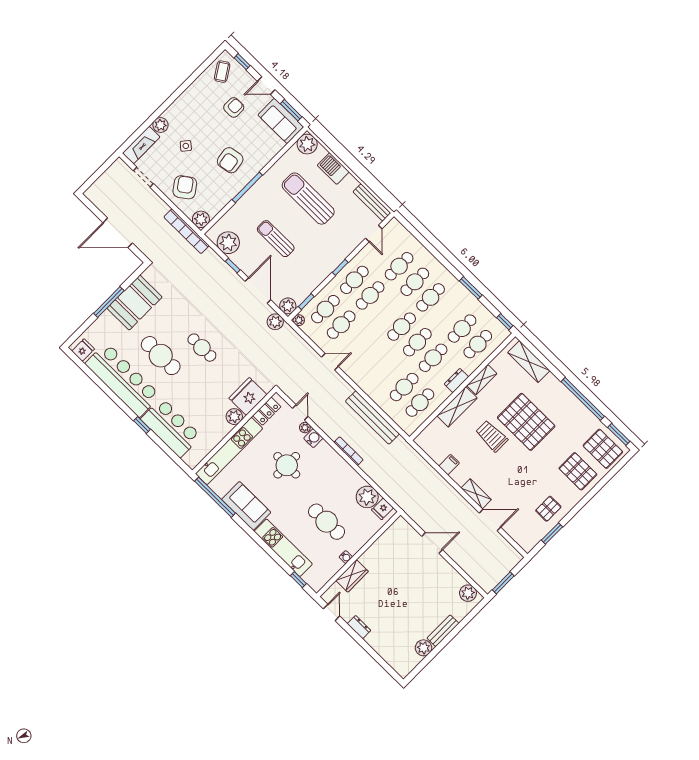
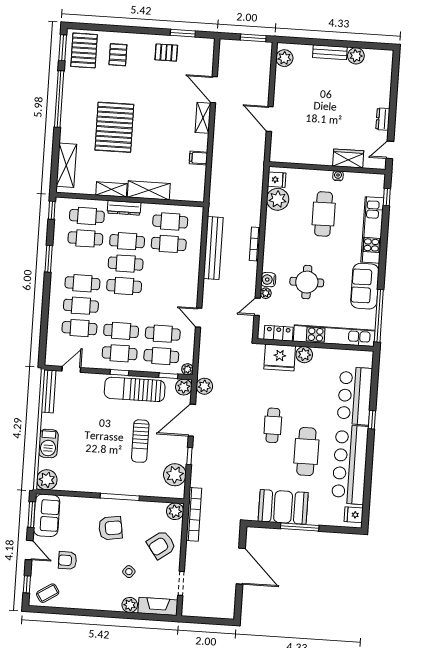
sun lounger: (308, 199) -> (135, 389), moved, turned 90
dresser: (456, 381) -> (124, 208), width x1.44
trolley: (492, 436) -> (148, 144), removed
pallet: (578, 471) -> (118, 55), width x0.67, depth x0.71

